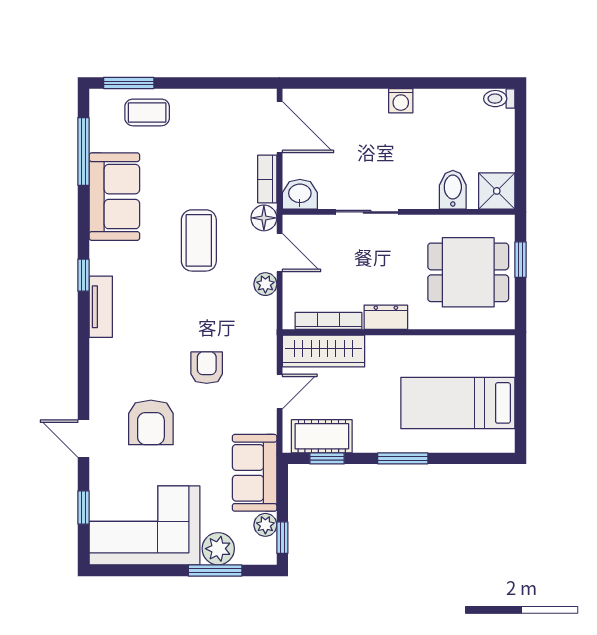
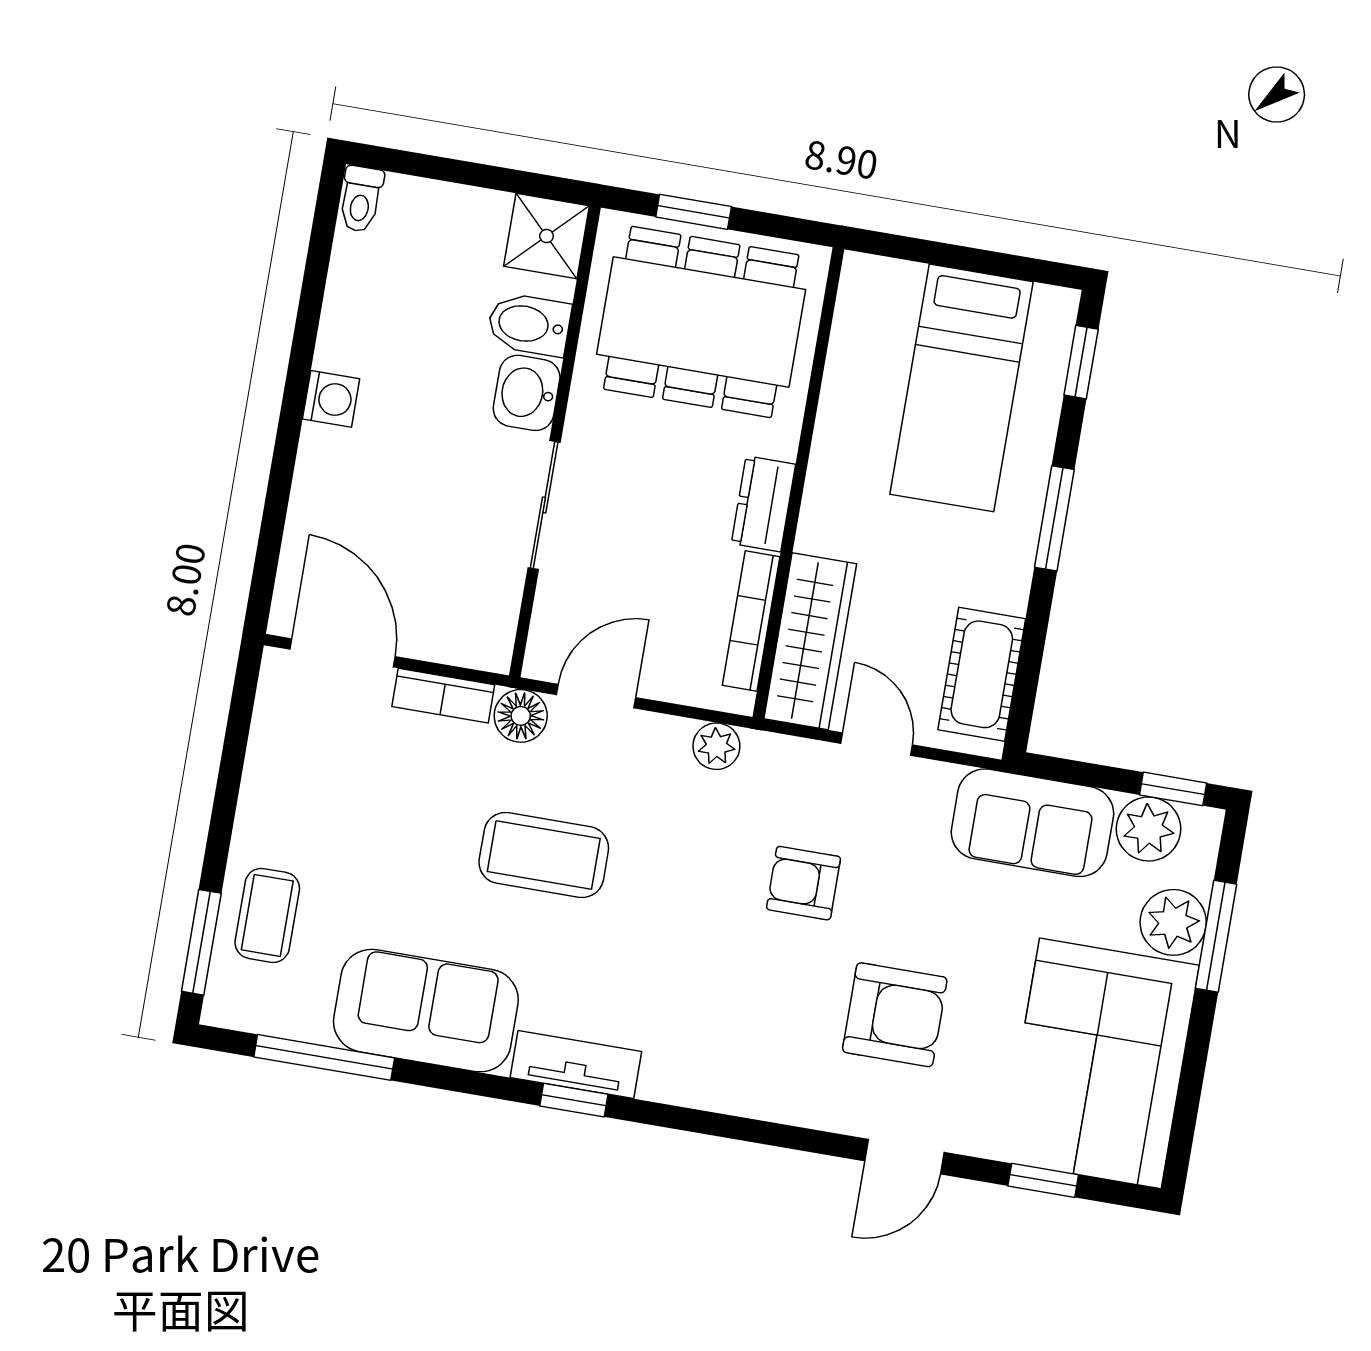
door: (280, 127) -> (343, 653), hinge flipped
washbasin: (300, 194) -> (527, 393), moved
dining table: (468, 272) -> (701, 322), width x1.38
plant: (265, 284) -> (716, 746), moved
tv unit: (101, 307) -> (576, 1065), moved
window: (327, 458) -> (1081, 362), moved
plant: (265, 525) -> (1149, 829), width x1.38, depth x1.38

